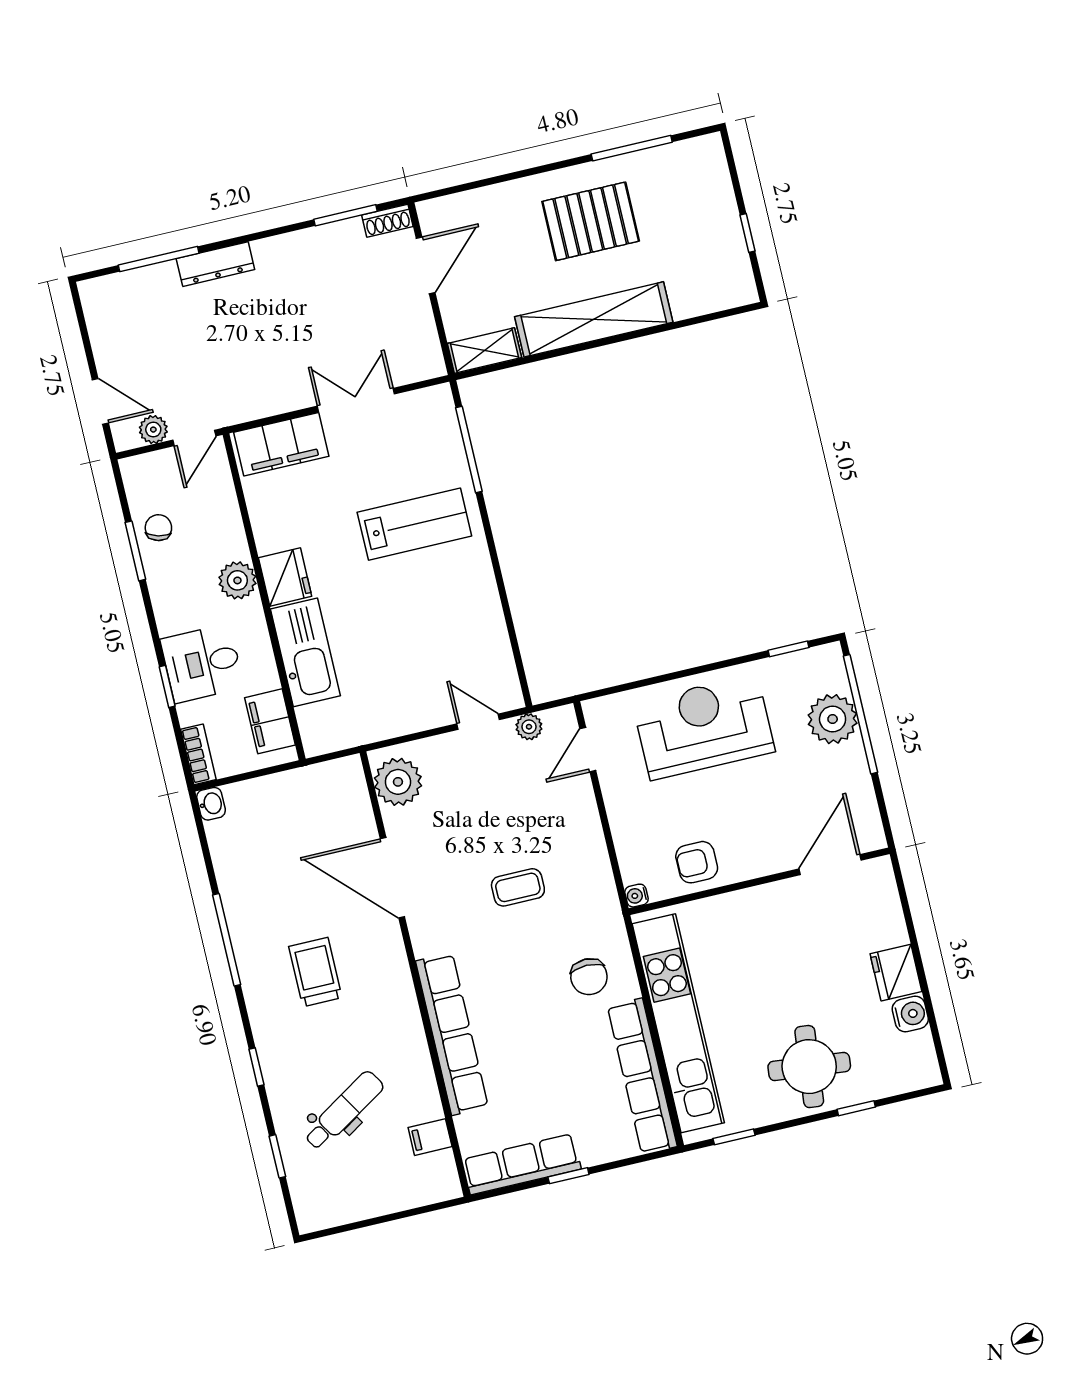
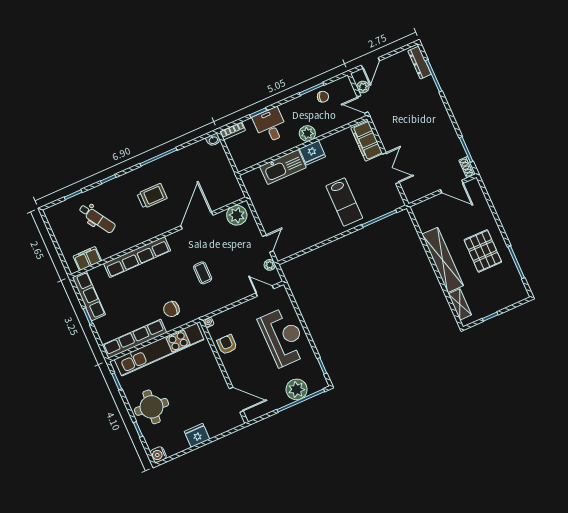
dresser: (215, 264) -> (420, 63), moved
shelving: (484, 351) -> (460, 304), moved
filing cabinet: (270, 721) -> (252, 158), removed
water cooler: (910, 1014) -> (158, 455), moved, turned 90
filing cabinet: (430, 1137) -> (87, 259), width x2.00

